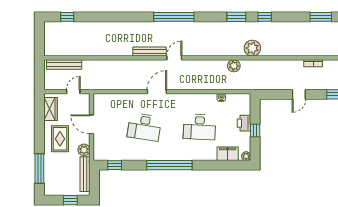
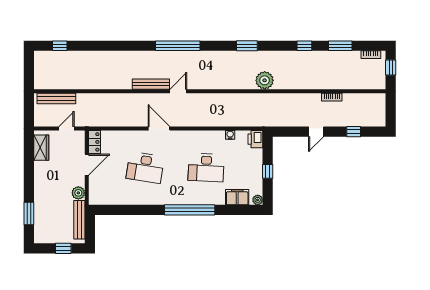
window: (265, 17) -> (304, 46), moved
plant: (234, 66) -> (244, 100), removed
door: (157, 92) -> (159, 128), hinge flipped
locker: (99, 104) -> (94, 142), added
printer: (244, 123) -> (255, 139), moved
door: (92, 124) -> (87, 165), swing flipped
rug: (60, 139) -> (52, 181), removed
window: (115, 165) -> (112, 210), removed
window: (169, 165) -> (190, 210), moved
window: (39, 168) -> (29, 213), width x0.69

